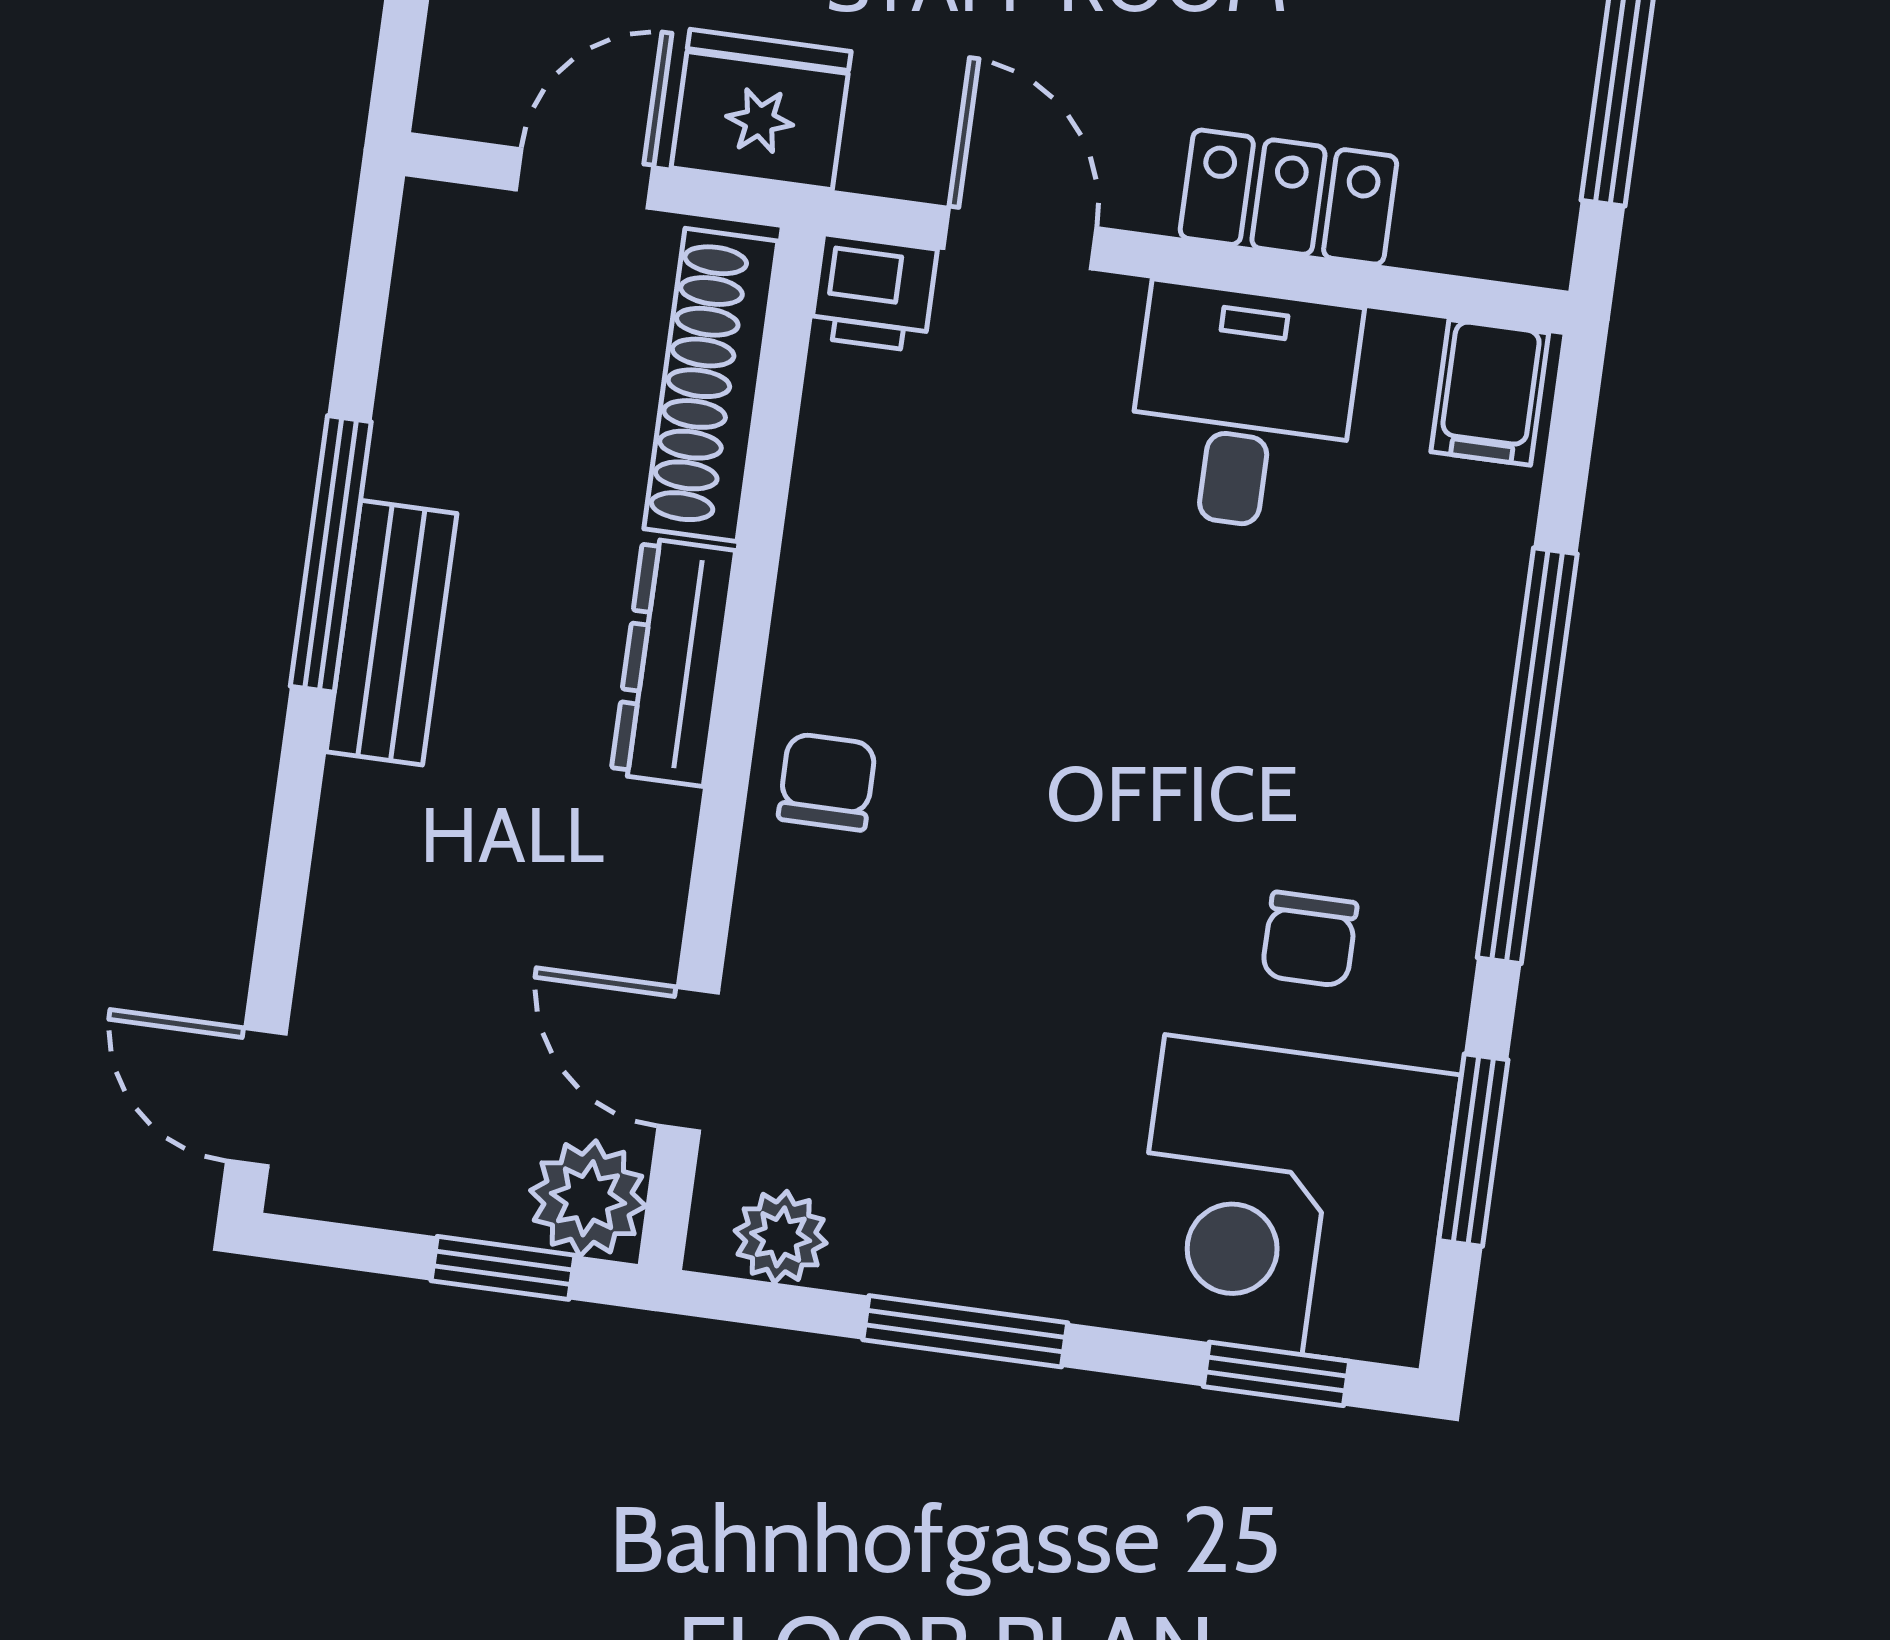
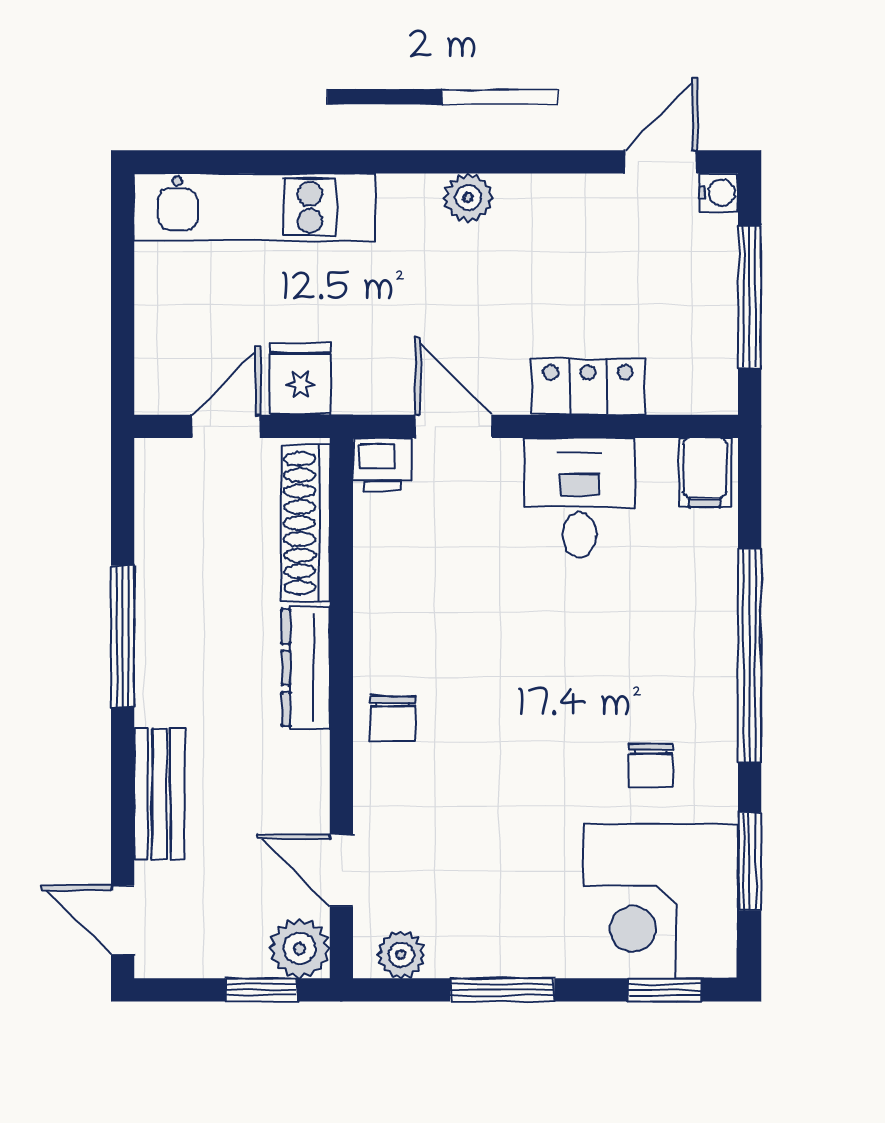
fridge: (761, 110) -> (300, 379), width x0.72
bench: (391, 633) -> (159, 794), moved
chair: (827, 782) -> (393, 718), turned 180

